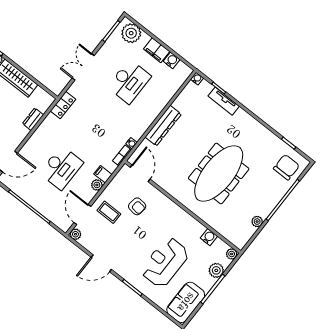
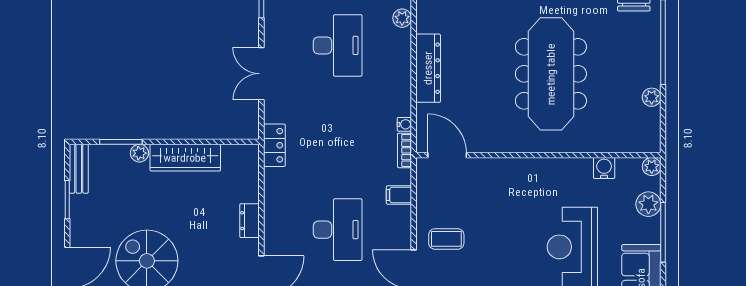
dresser: (33, 119) -> (250, 221), moved
plant: (97, 185) -> (402, 18), moved
armchair: (137, 206) -> (477, 202), removed

